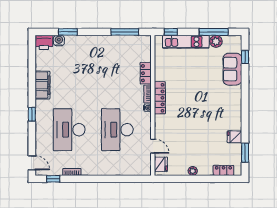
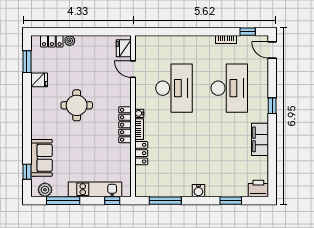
water cooler: (59, 41) -> (198, 191), moved
plant: (216, 41) -> (45, 190), moved
round table: (202, 115) -> (77, 105), added
plant: (193, 171) -> (70, 41), moved

